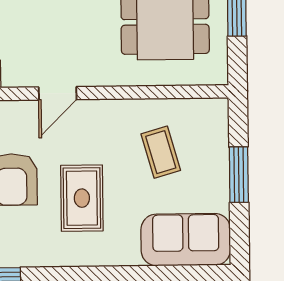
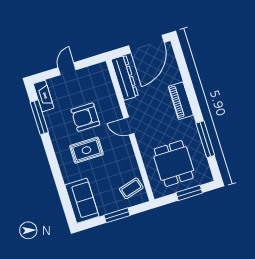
coffee table: (161, 152) -> (131, 188), moved

